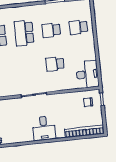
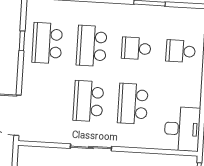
school desk: (55, 64) -> (133, 104), width x1.85
school desk: (28, 67) -> (88, 101), added

